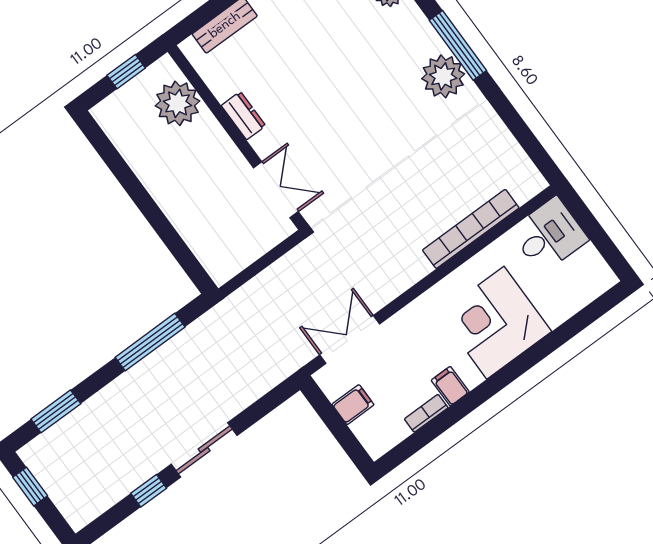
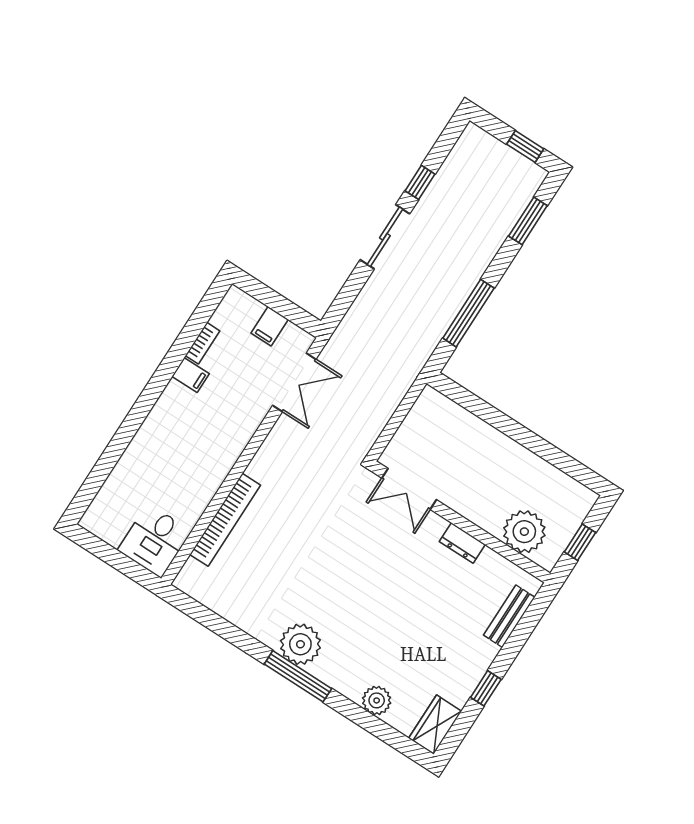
corner desk: (495, 323) -> (172, 446), removed

